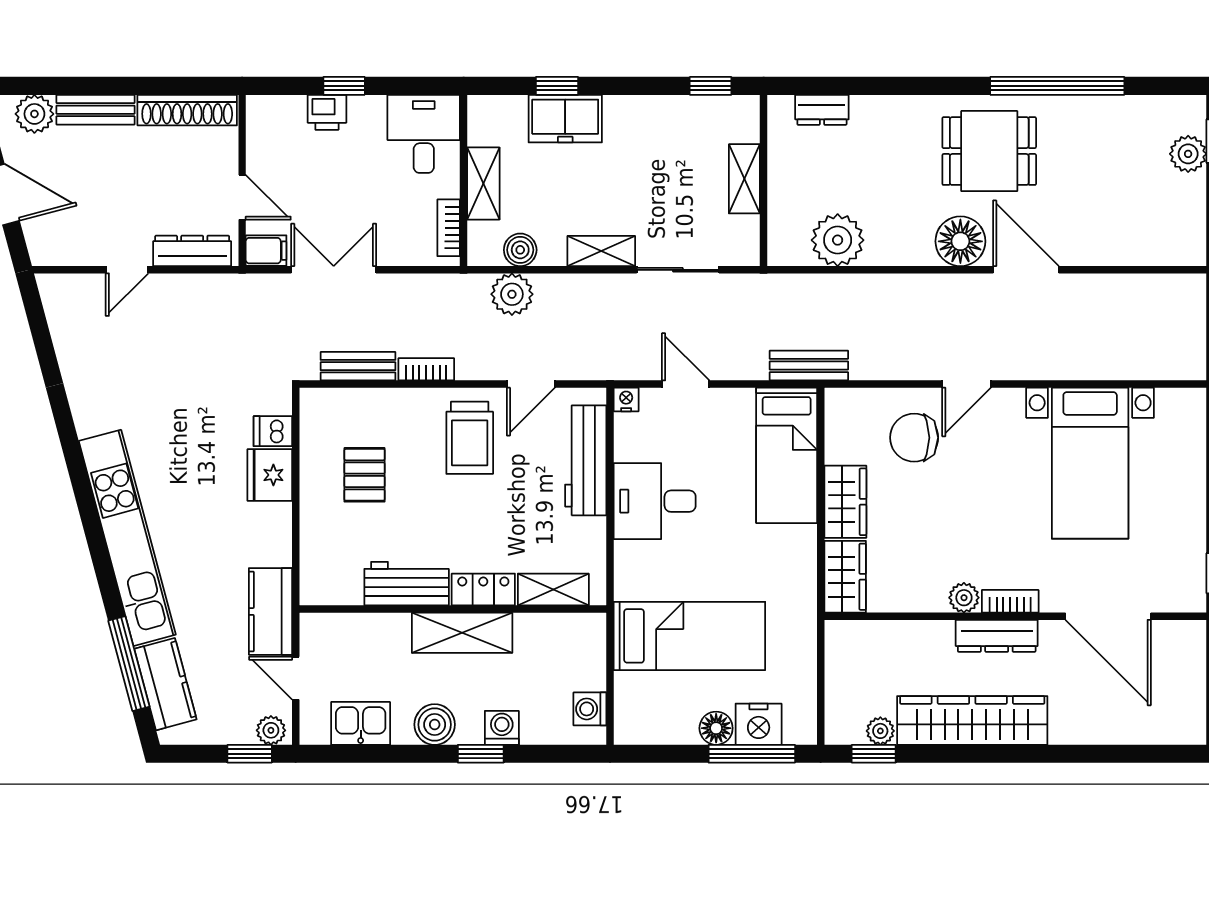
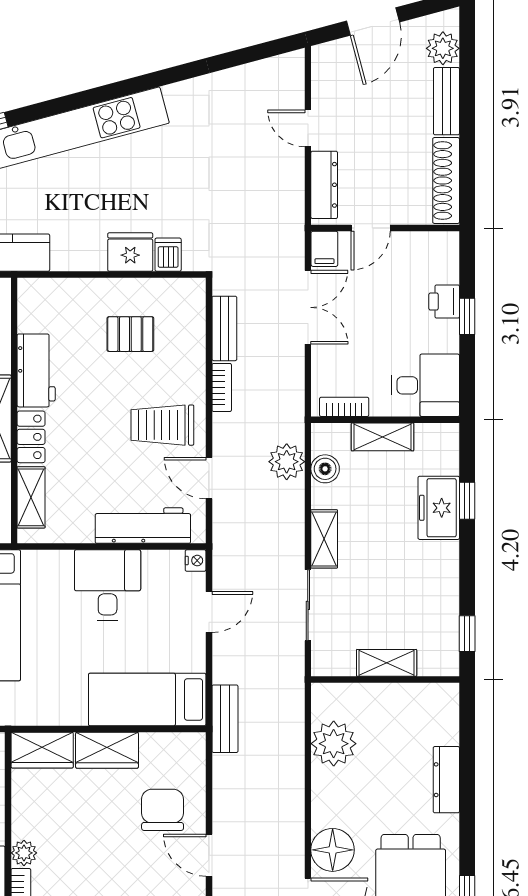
dresser: (822, 110) -> (446, 780), moved, width x1.44

